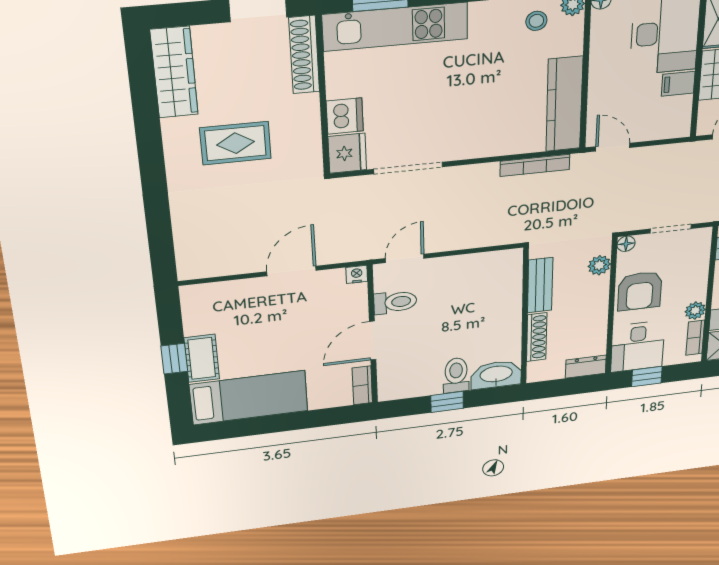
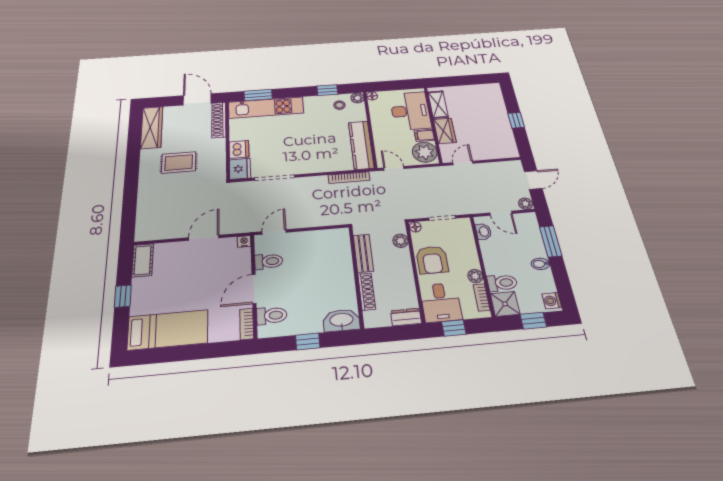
plant: (671, 116) -> (425, 152), added
cot: (202, 358) -> (143, 260), moved
toilet: (456, 375) -> (272, 316), moved, turned 90

